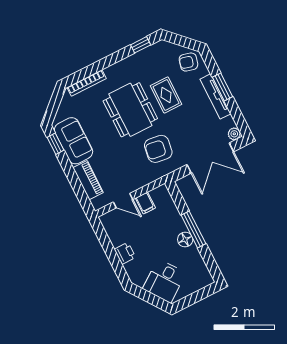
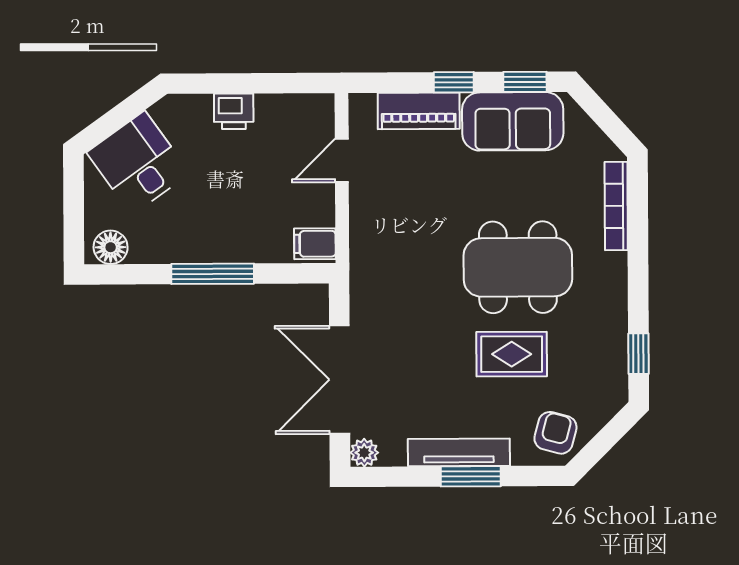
armchair: (158, 149) -> (411, 284), removed
window: (70, 172) -> (454, 82), added
filing cabinet: (145, 203) -> (315, 244), moved
floor lamp: (185, 240) -> (111, 247), moved

